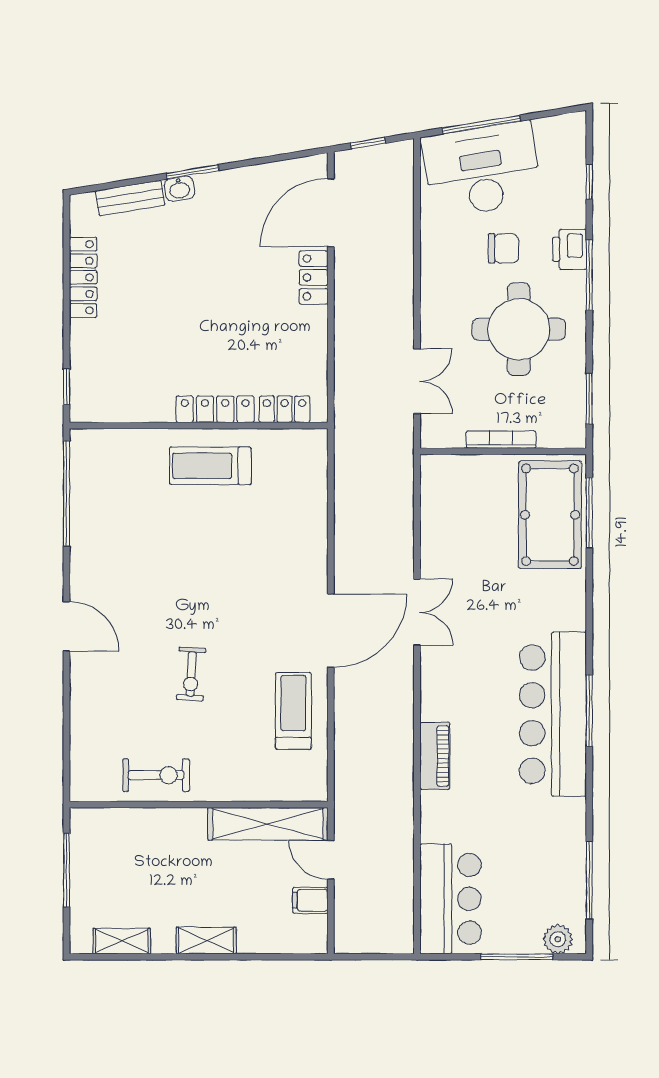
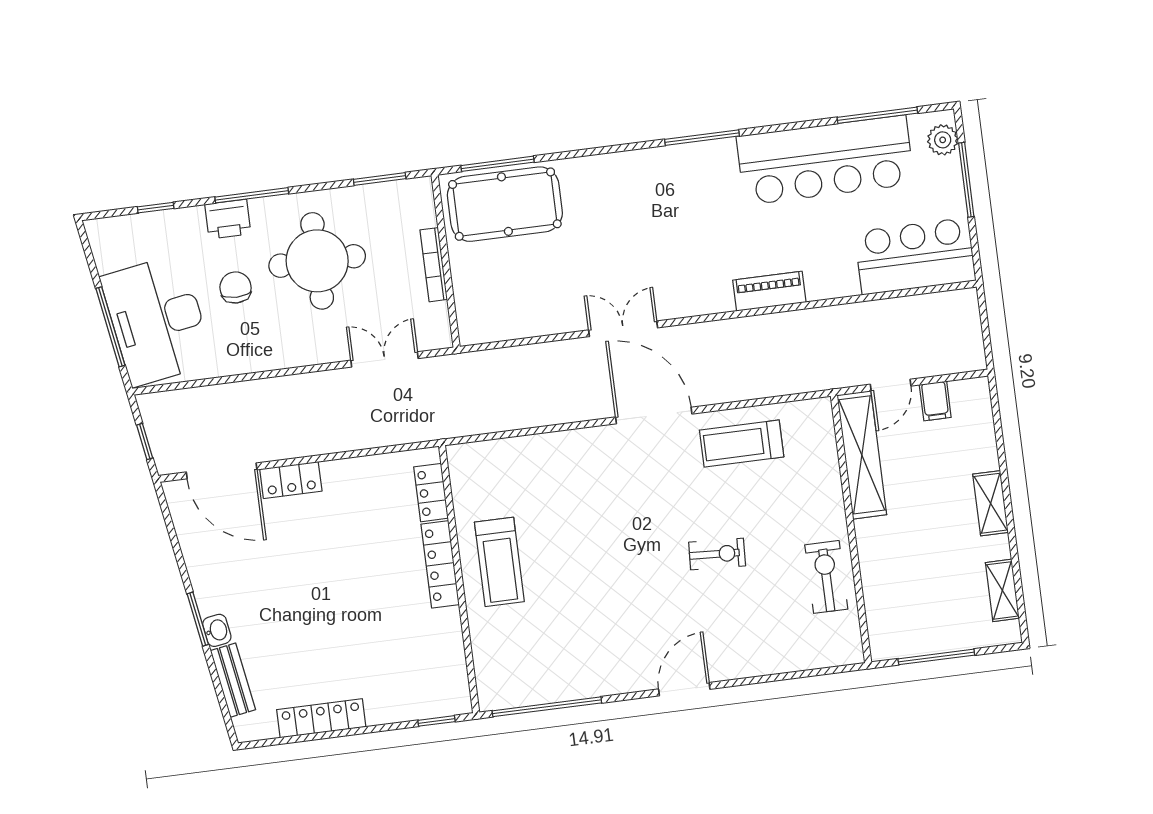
bar counter: (553, 714) -> (825, 160), moved

